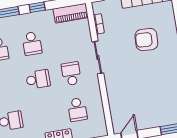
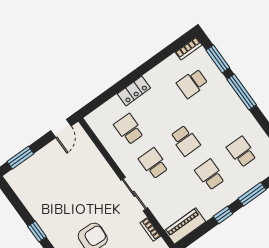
school desk: (71, 74) -> (154, 163), turned 180
school desk: (38, 79) -> (185, 141), turned -90

